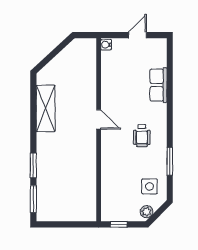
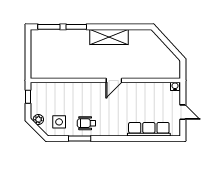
row of seats: (158, 85) -> (149, 129), width x1.48
shelving: (46, 108) -> (109, 37), moved
wheelchair: (142, 136) -> (87, 123), moved

